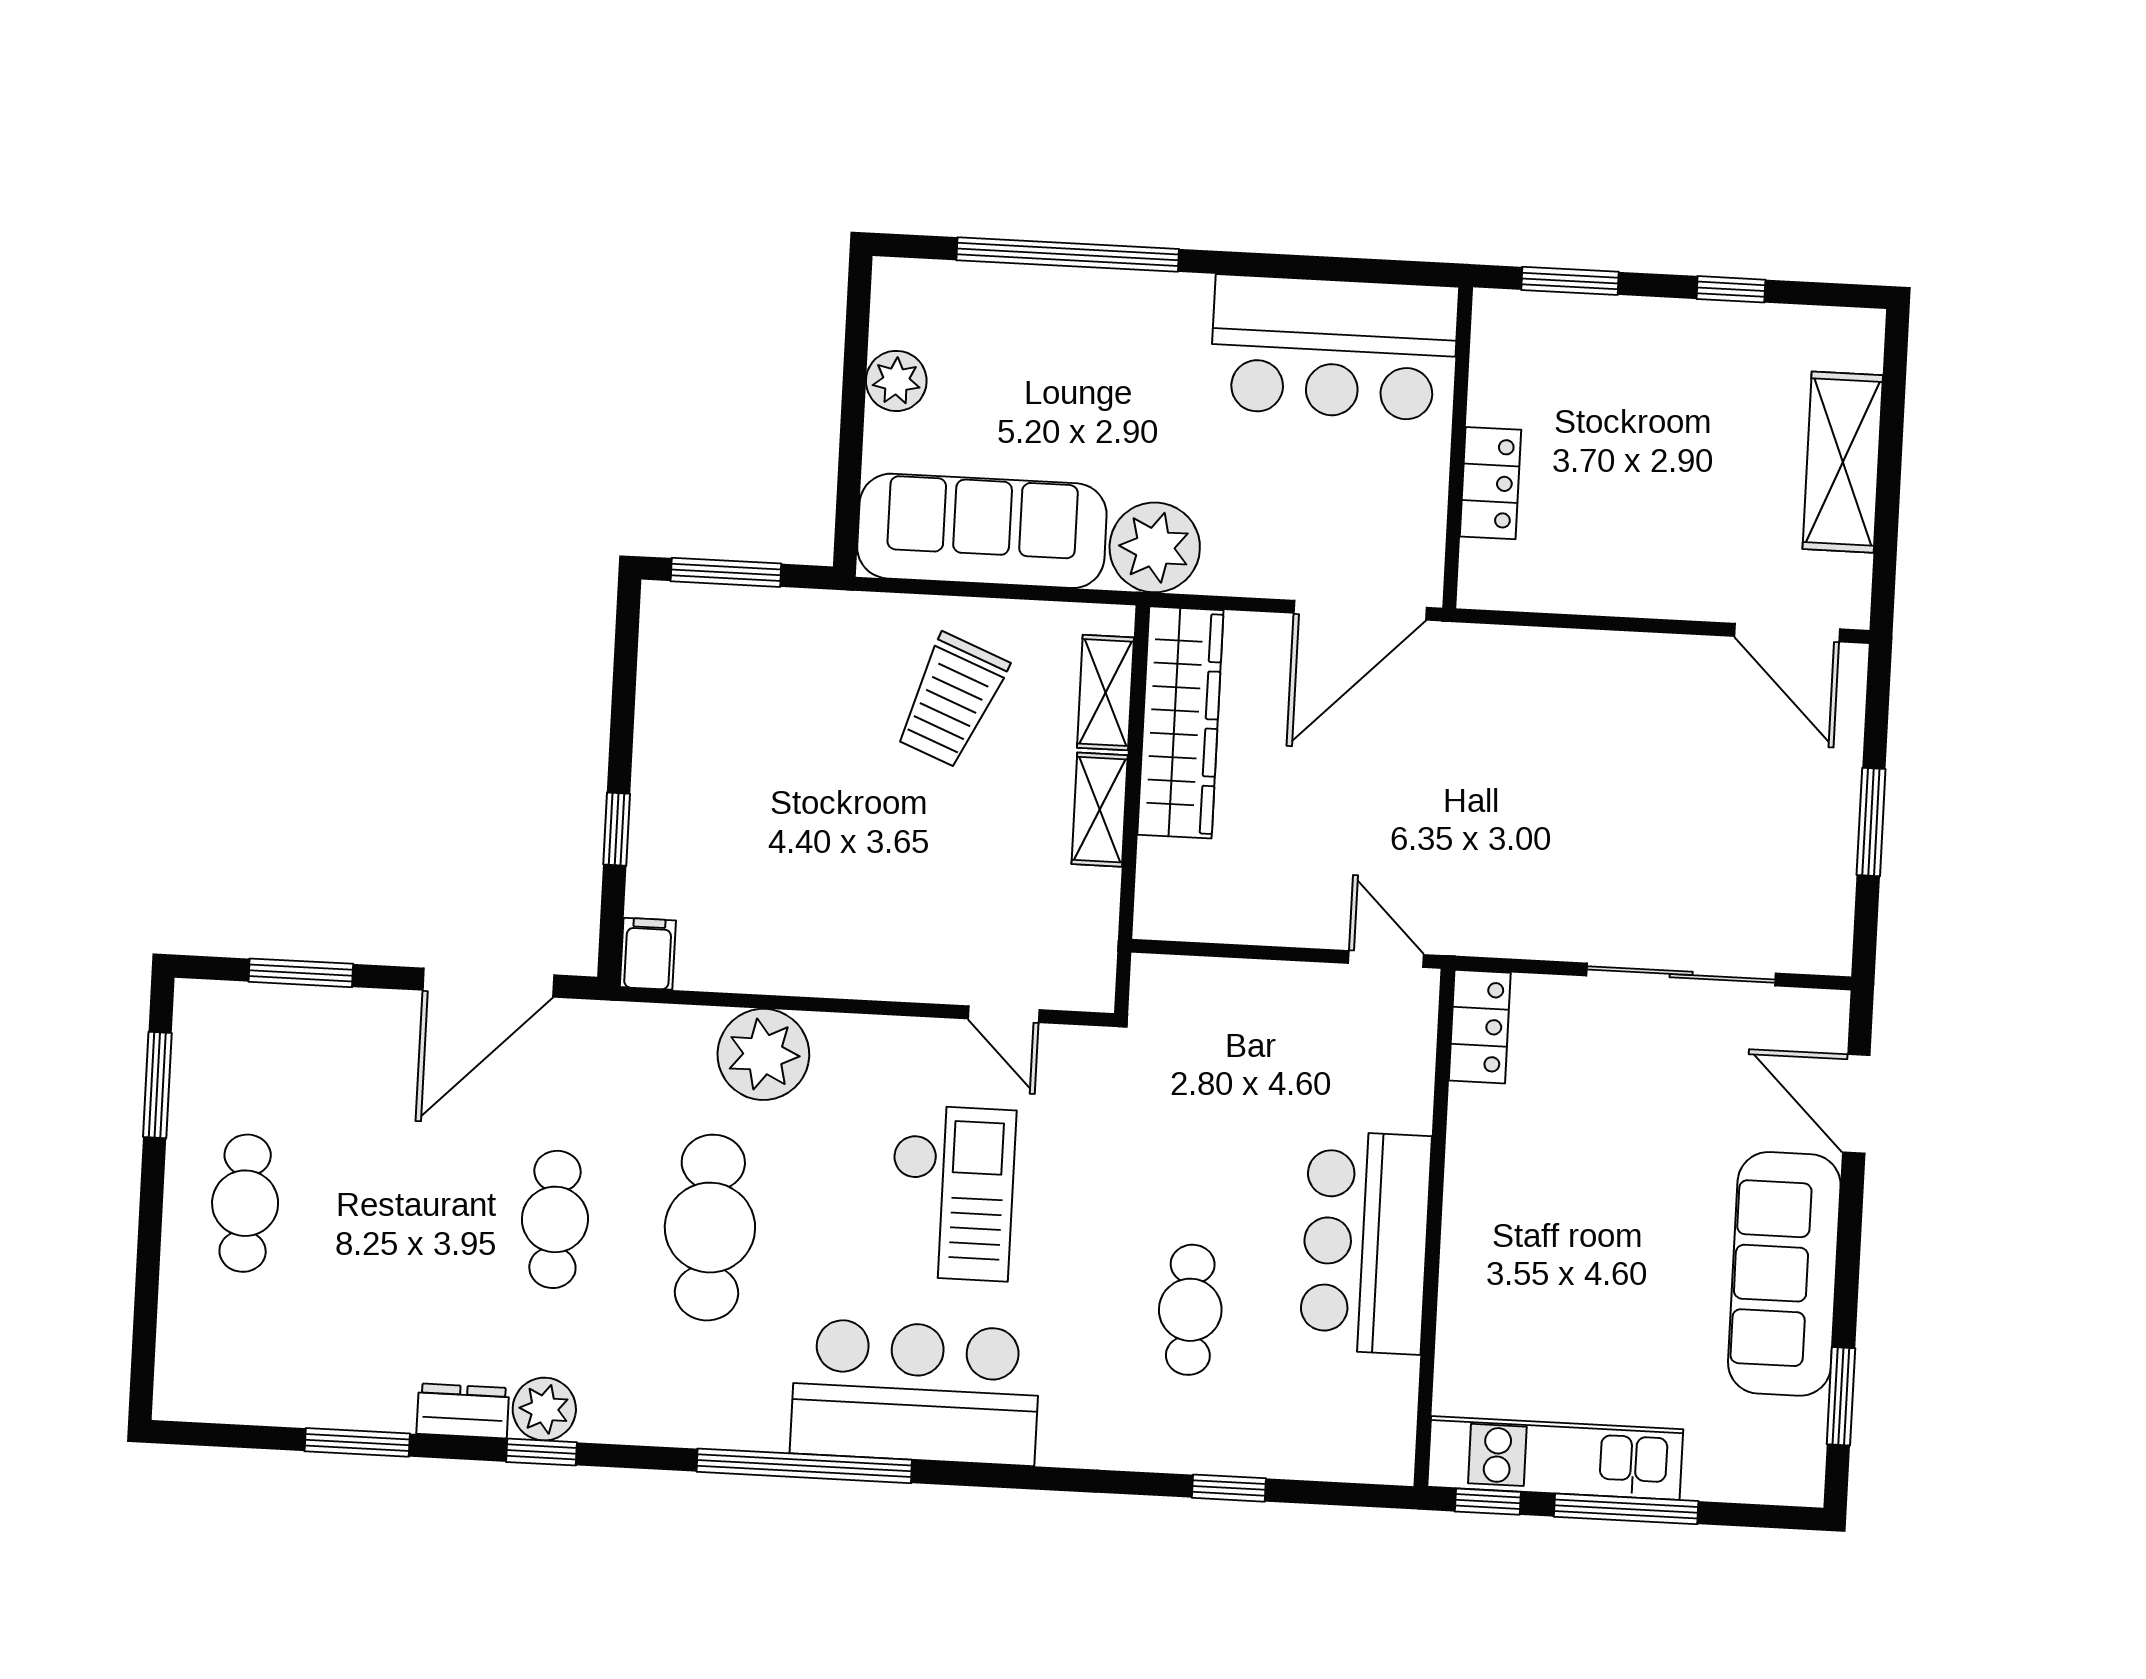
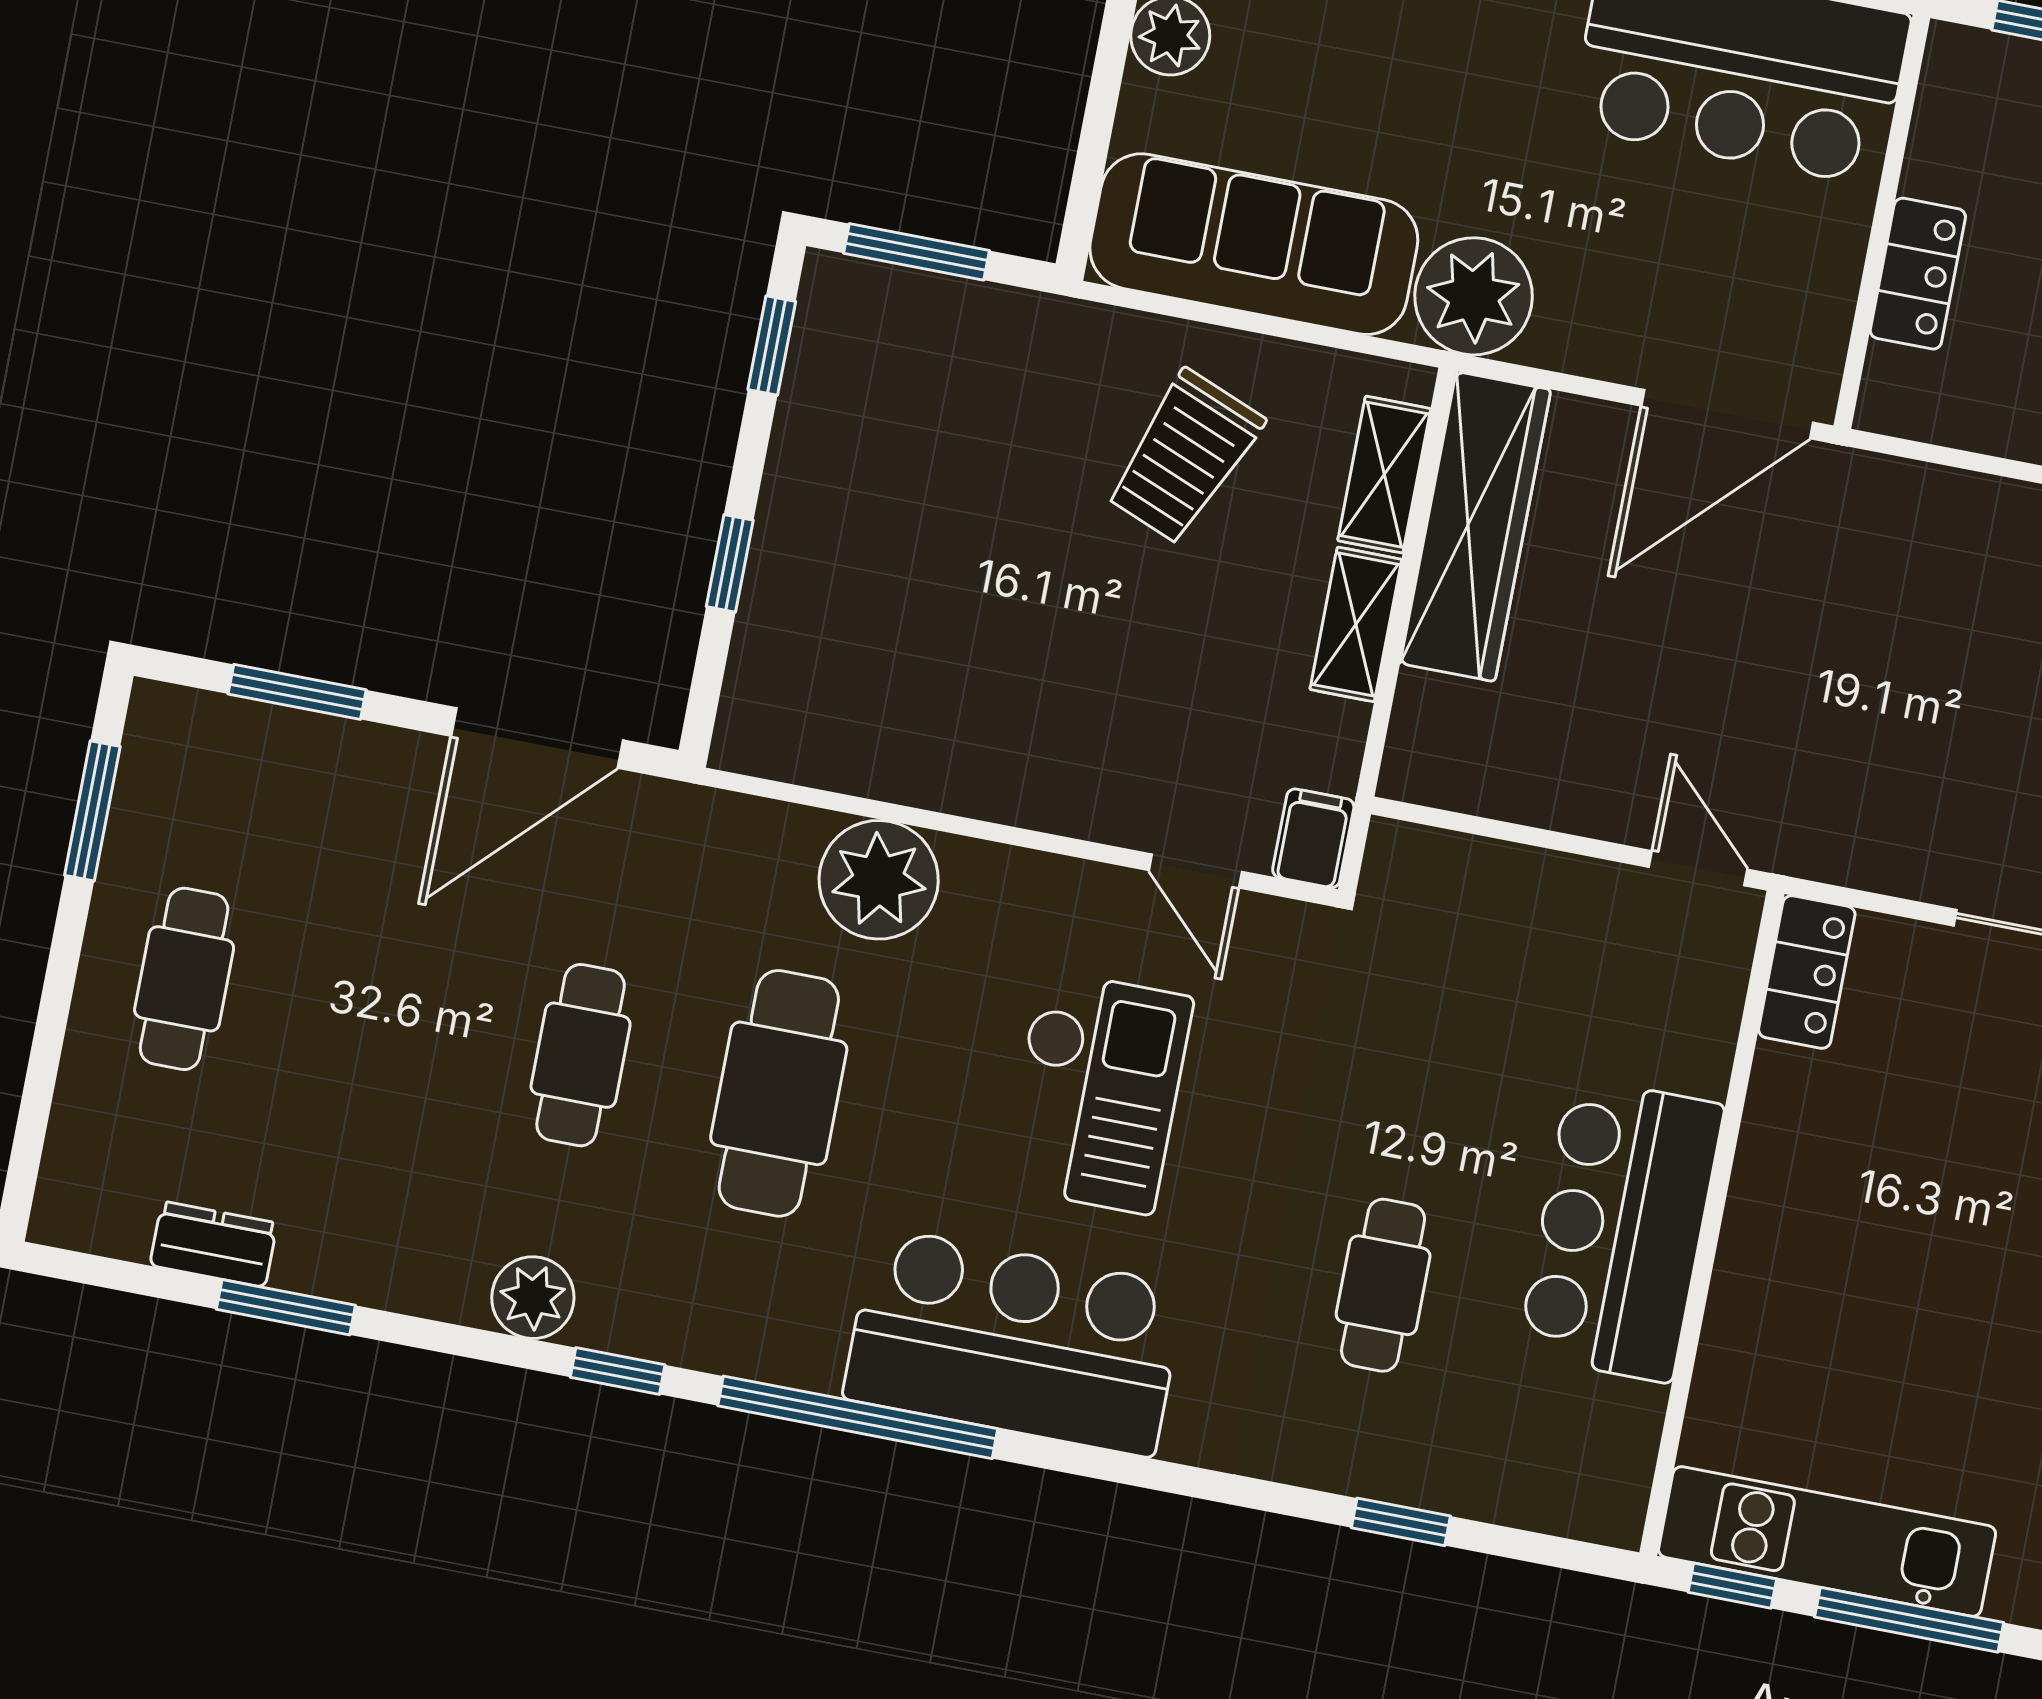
window: (626, 659) -> (772, 346), added
filing cabinet: (648, 954) -> (1313, 838), moved
dresser: (463, 1411) -> (214, 1244), moved
window: (541, 1452) -> (618, 1371), moved

